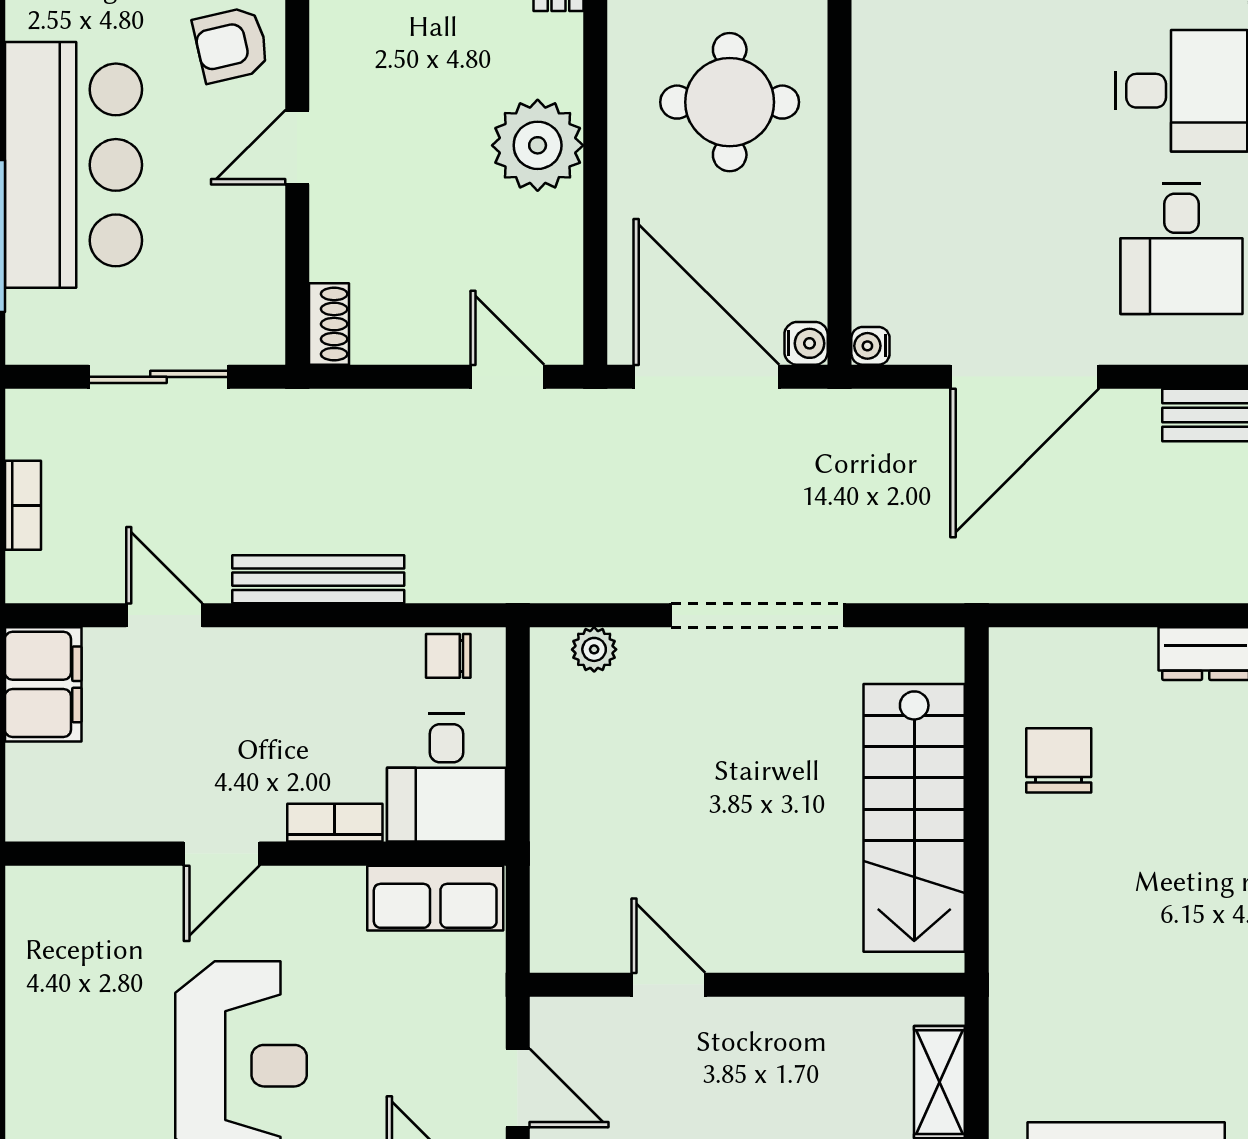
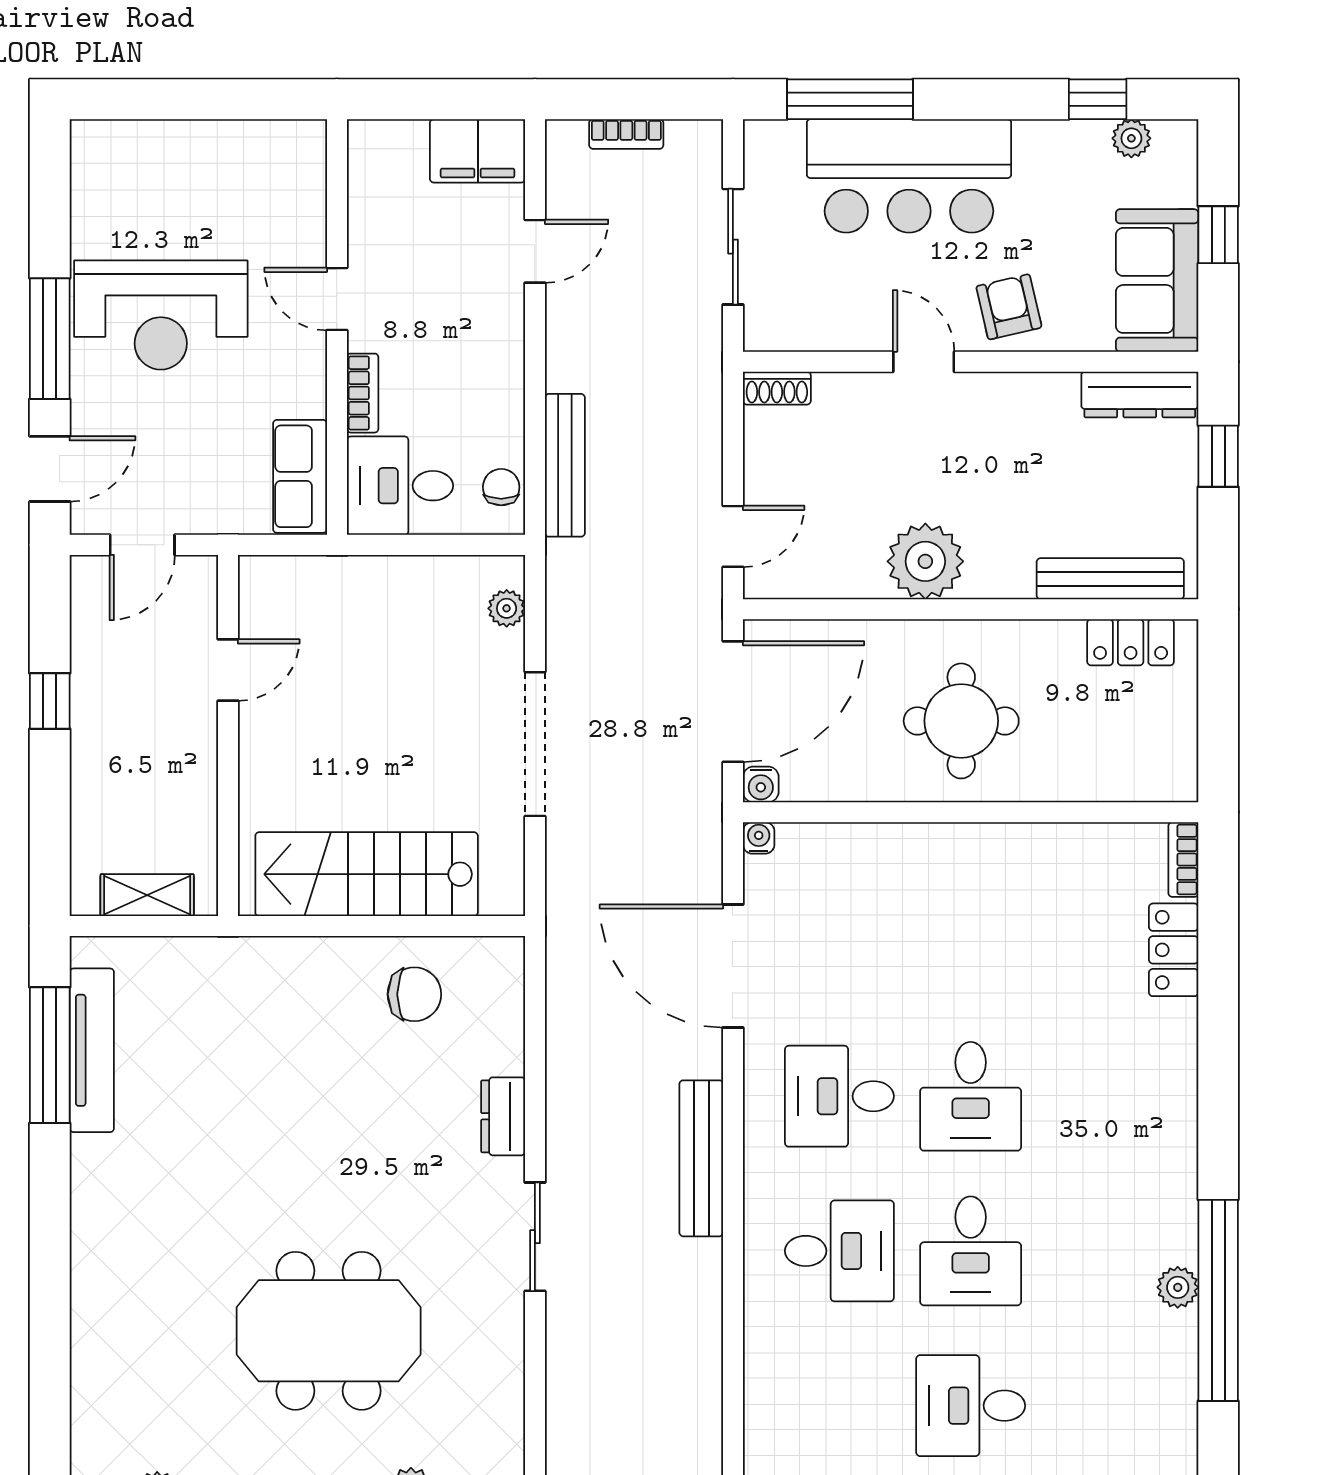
bench: (318, 579) -> (565, 465), moved

